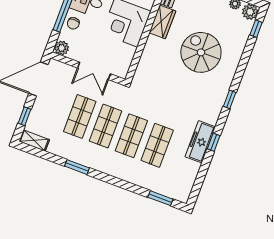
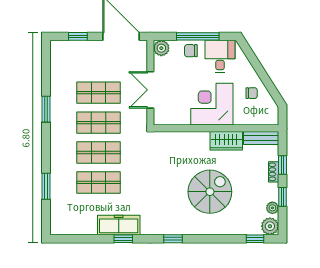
shelving: (34, 140) -> (57, 55), removed
window: (160, 198) -> (46, 186), moved

